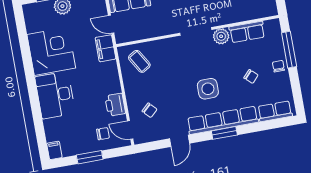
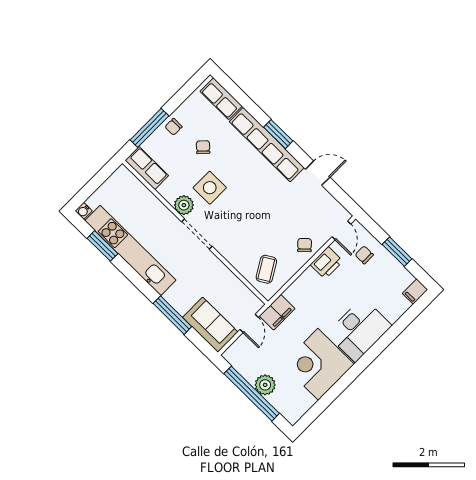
row of seats: (247, 32) -> (147, 168), moved
side table: (208, 89) -> (210, 188), moved
chair: (150, 110) -> (305, 245), moved

